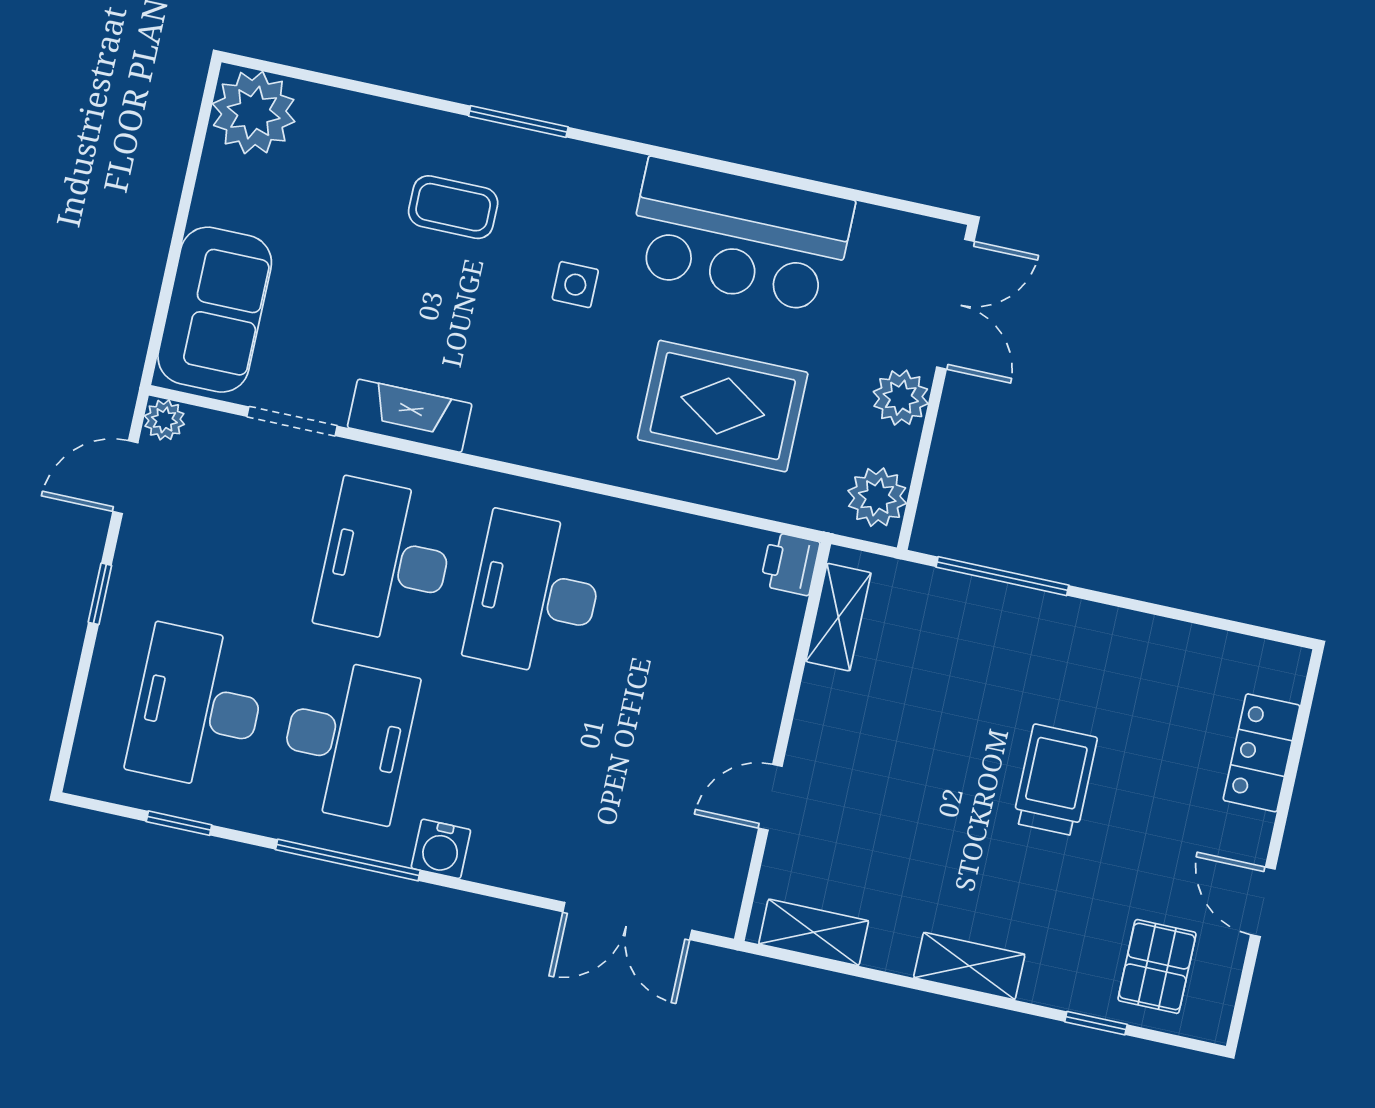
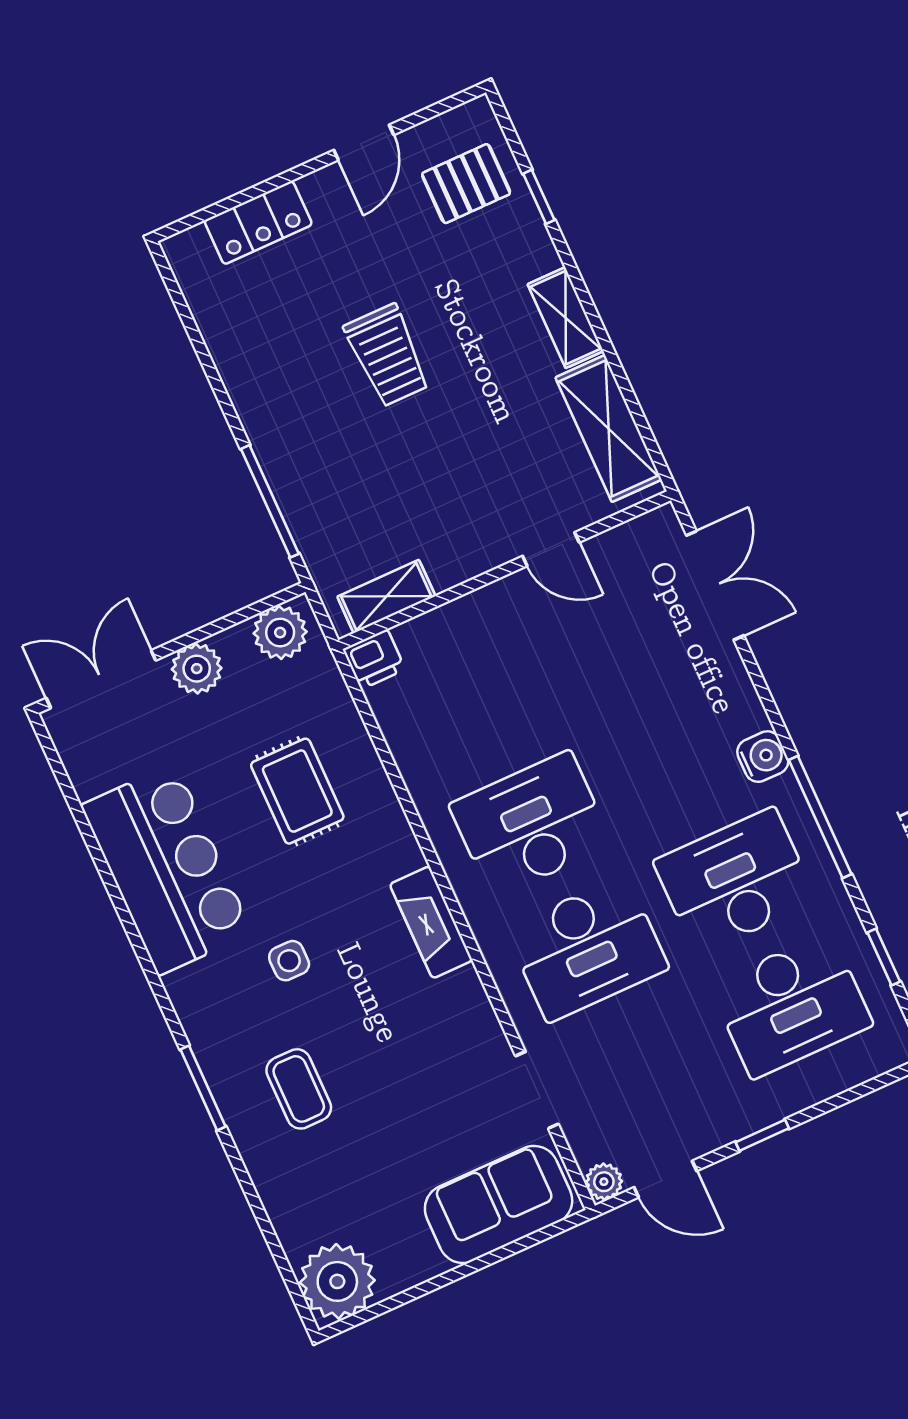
rug: (723, 406) -> (297, 791), width x0.73, depth x0.70
fireplace: (410, 416) -> (431, 922), moved
desk: (536, 594) -> (531, 825), turned 180
trolley: (1055, 780) -> (387, 355), turned -90
shelving: (814, 932) -> (609, 429), width x1.50, depth x1.33

